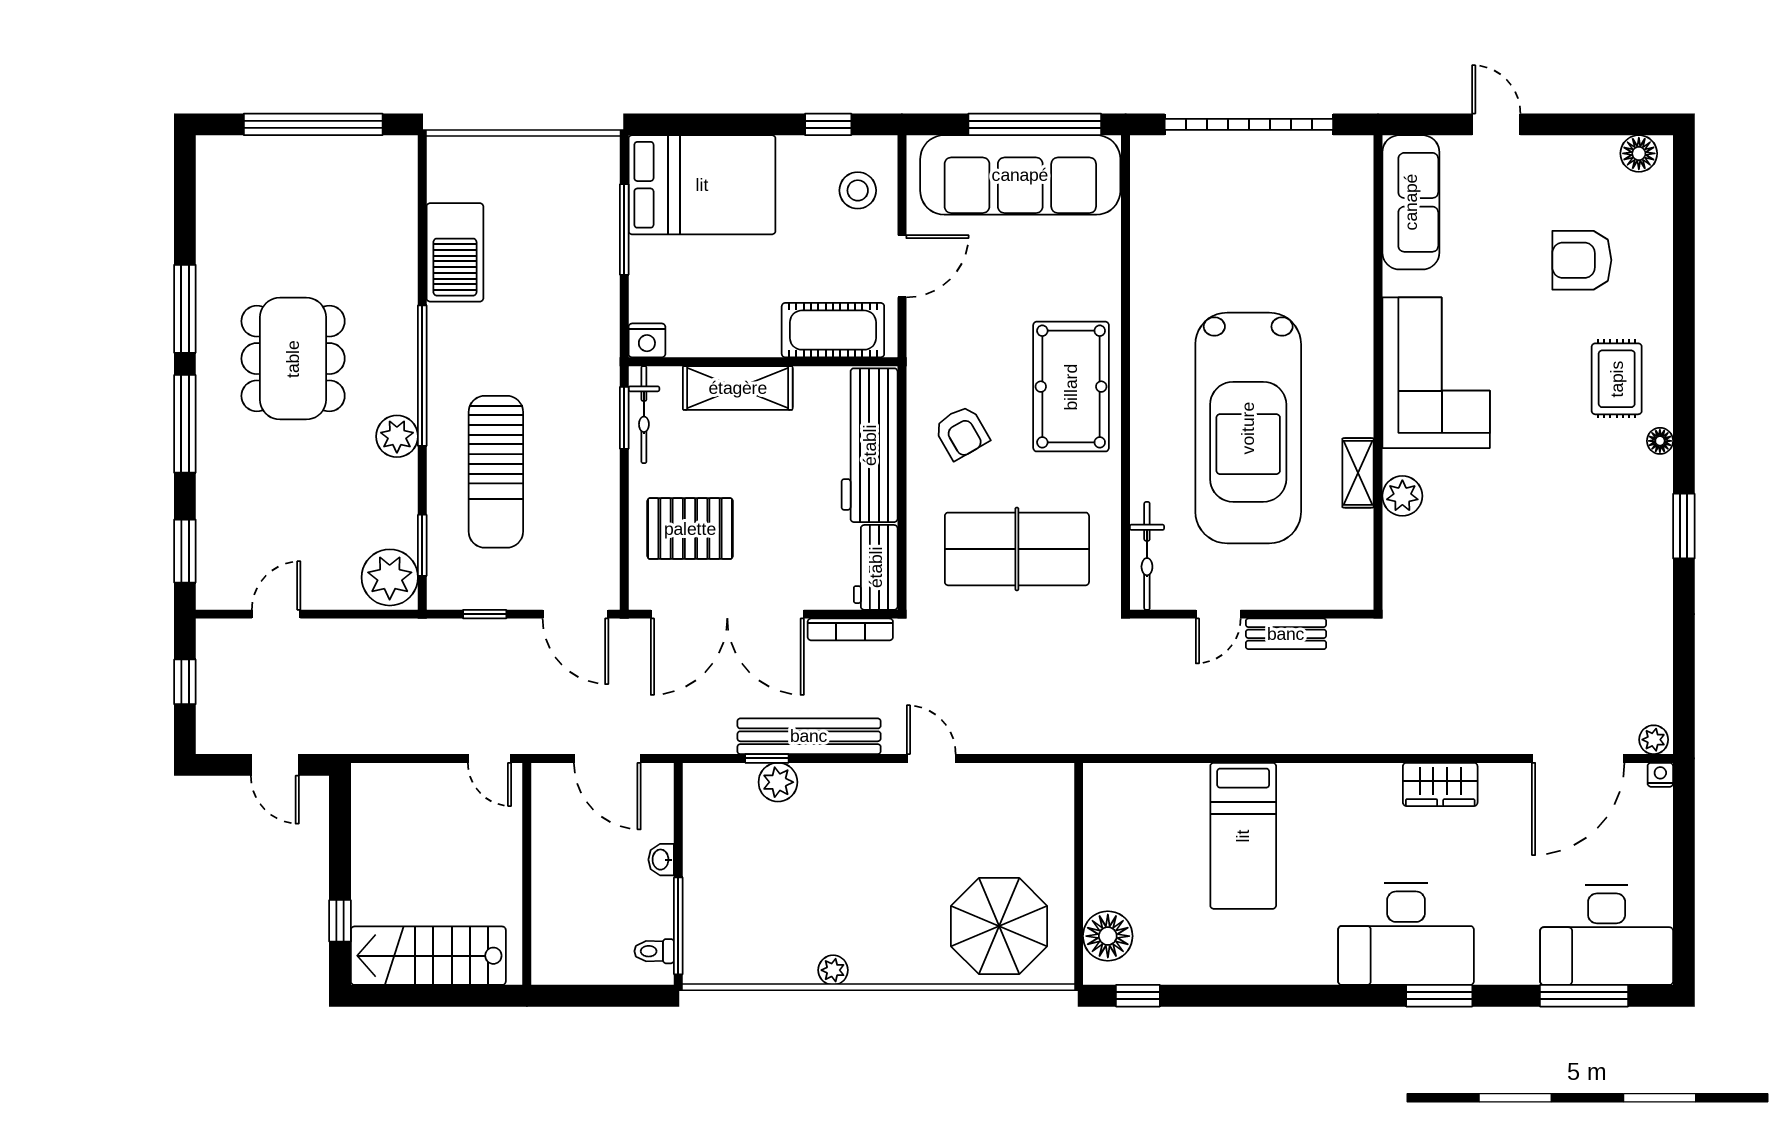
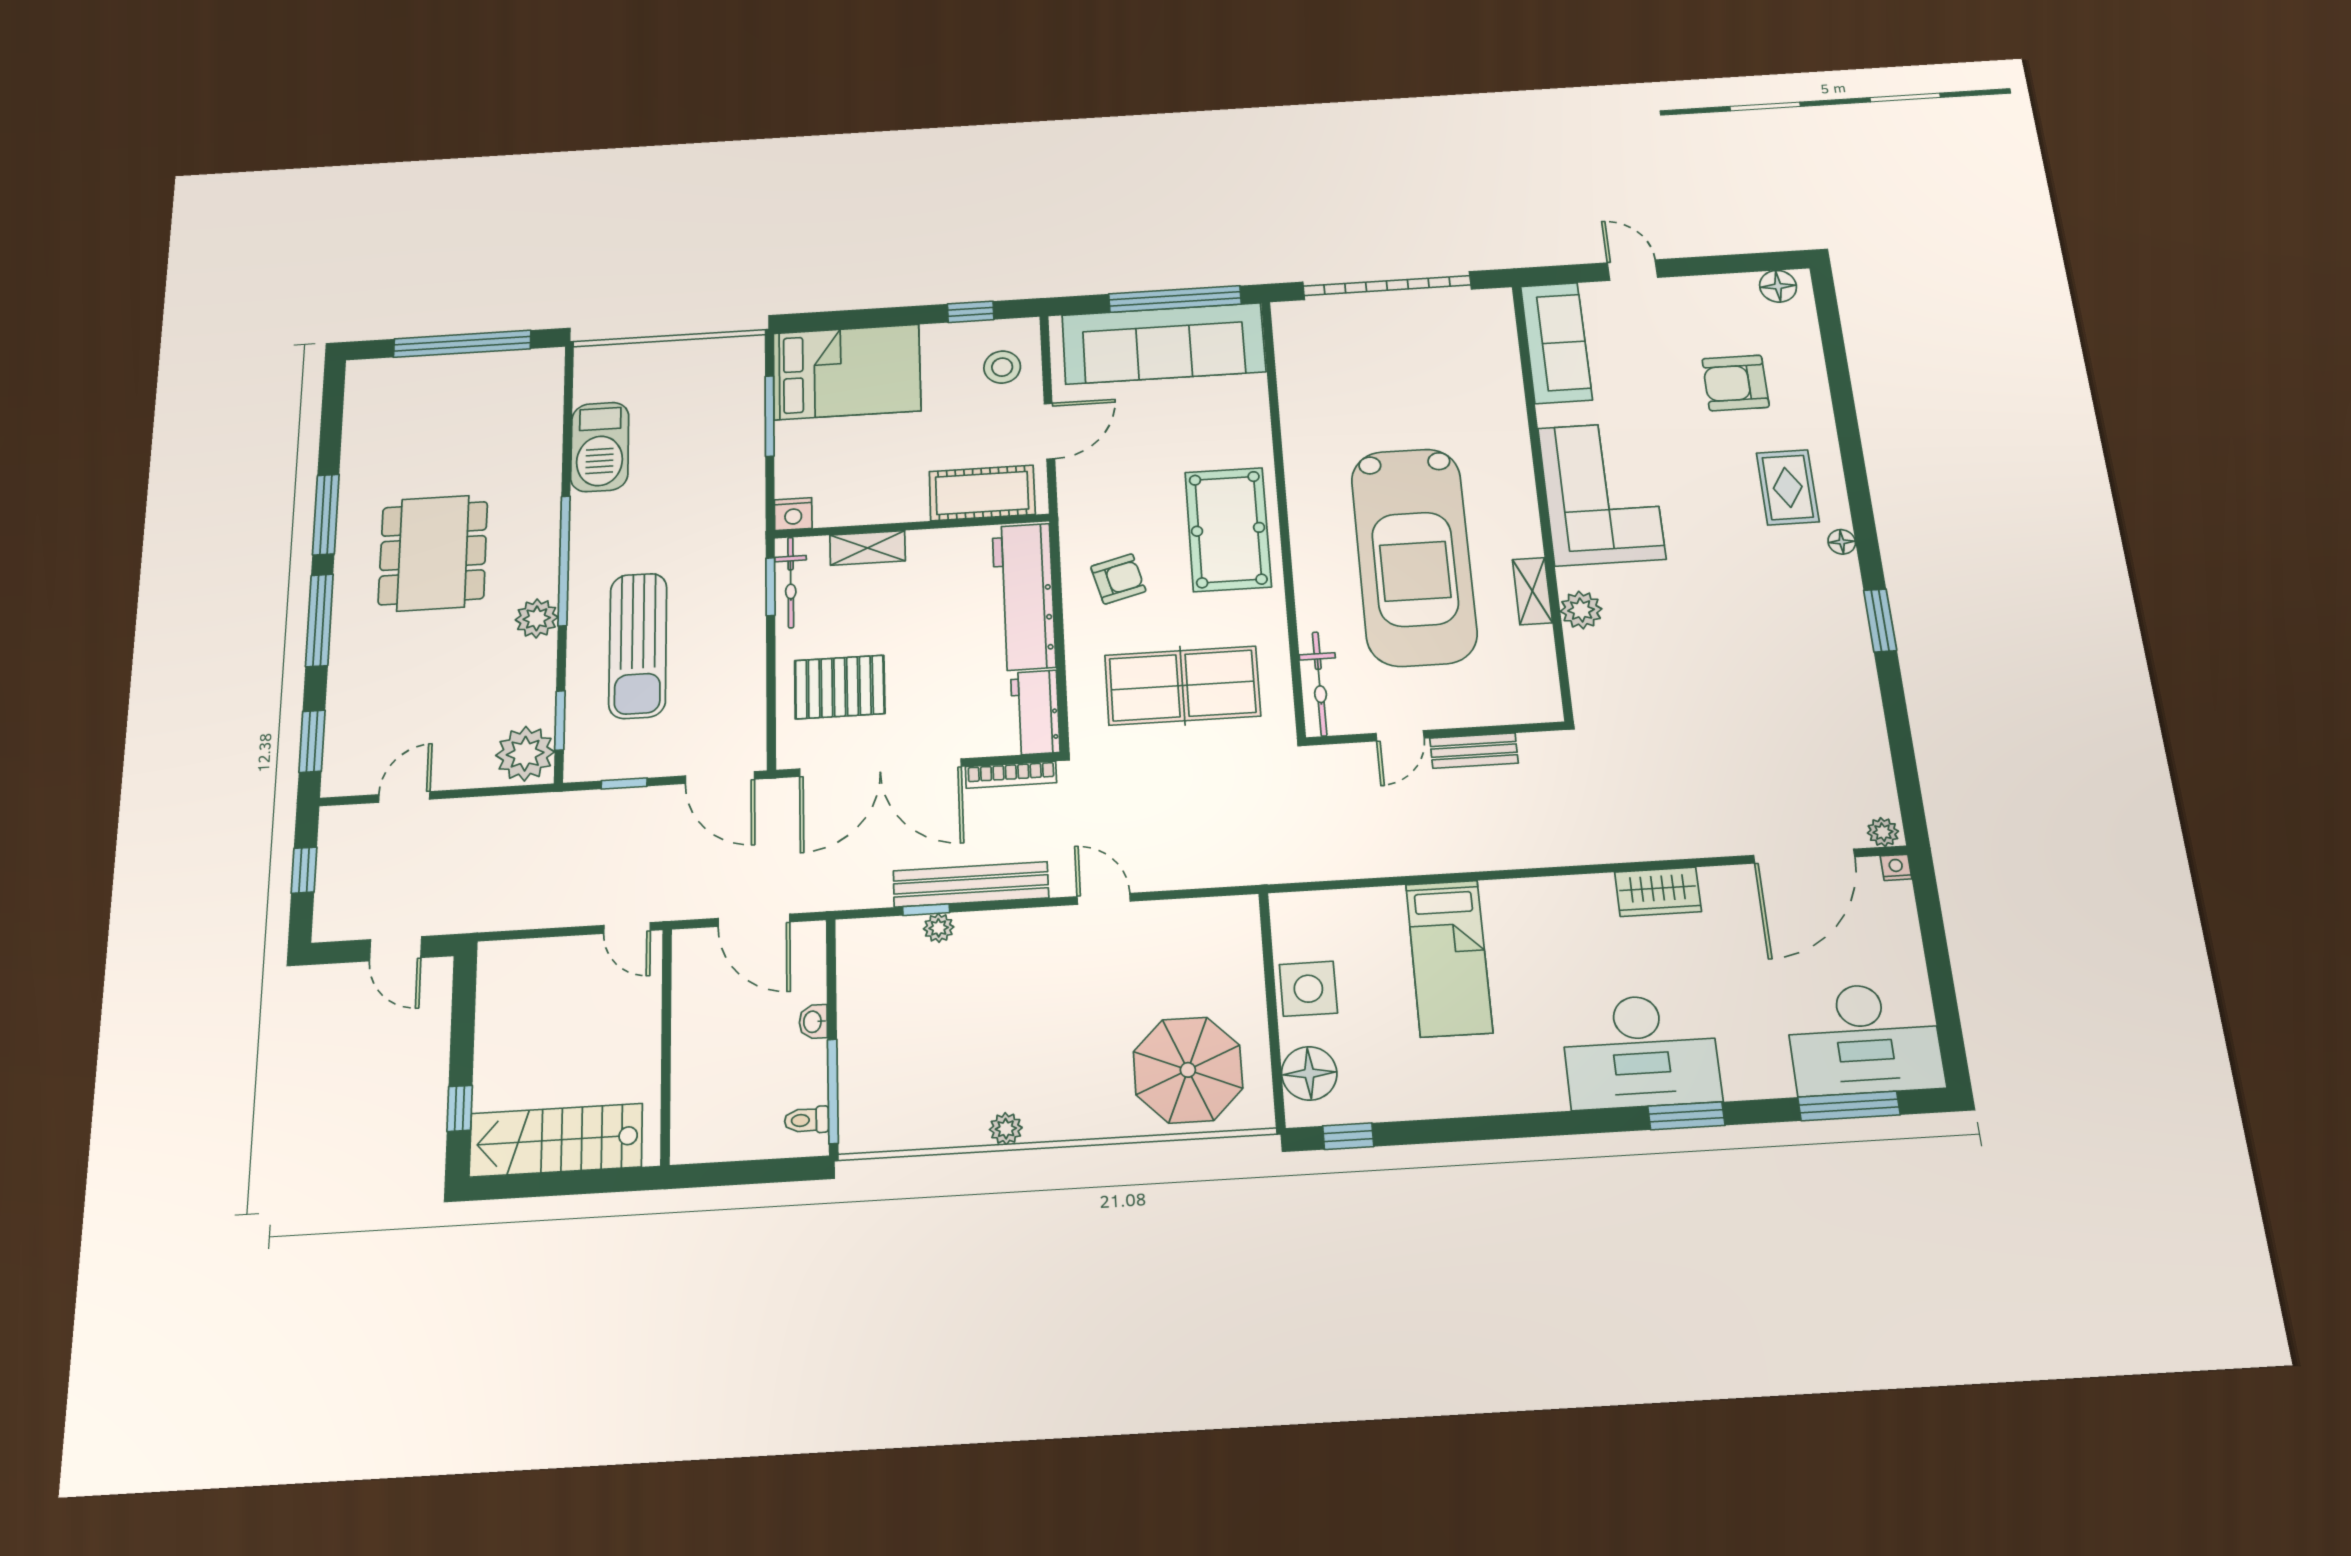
shelving: (738, 388) -> (868, 548), width x0.67, depth x0.75
armchair: (962, 433) -> (1118, 579), turned -75
plant: (778, 782) -> (939, 928), width x0.73, depth x0.73
side table: (1113, 857) -> (1308, 989), added

